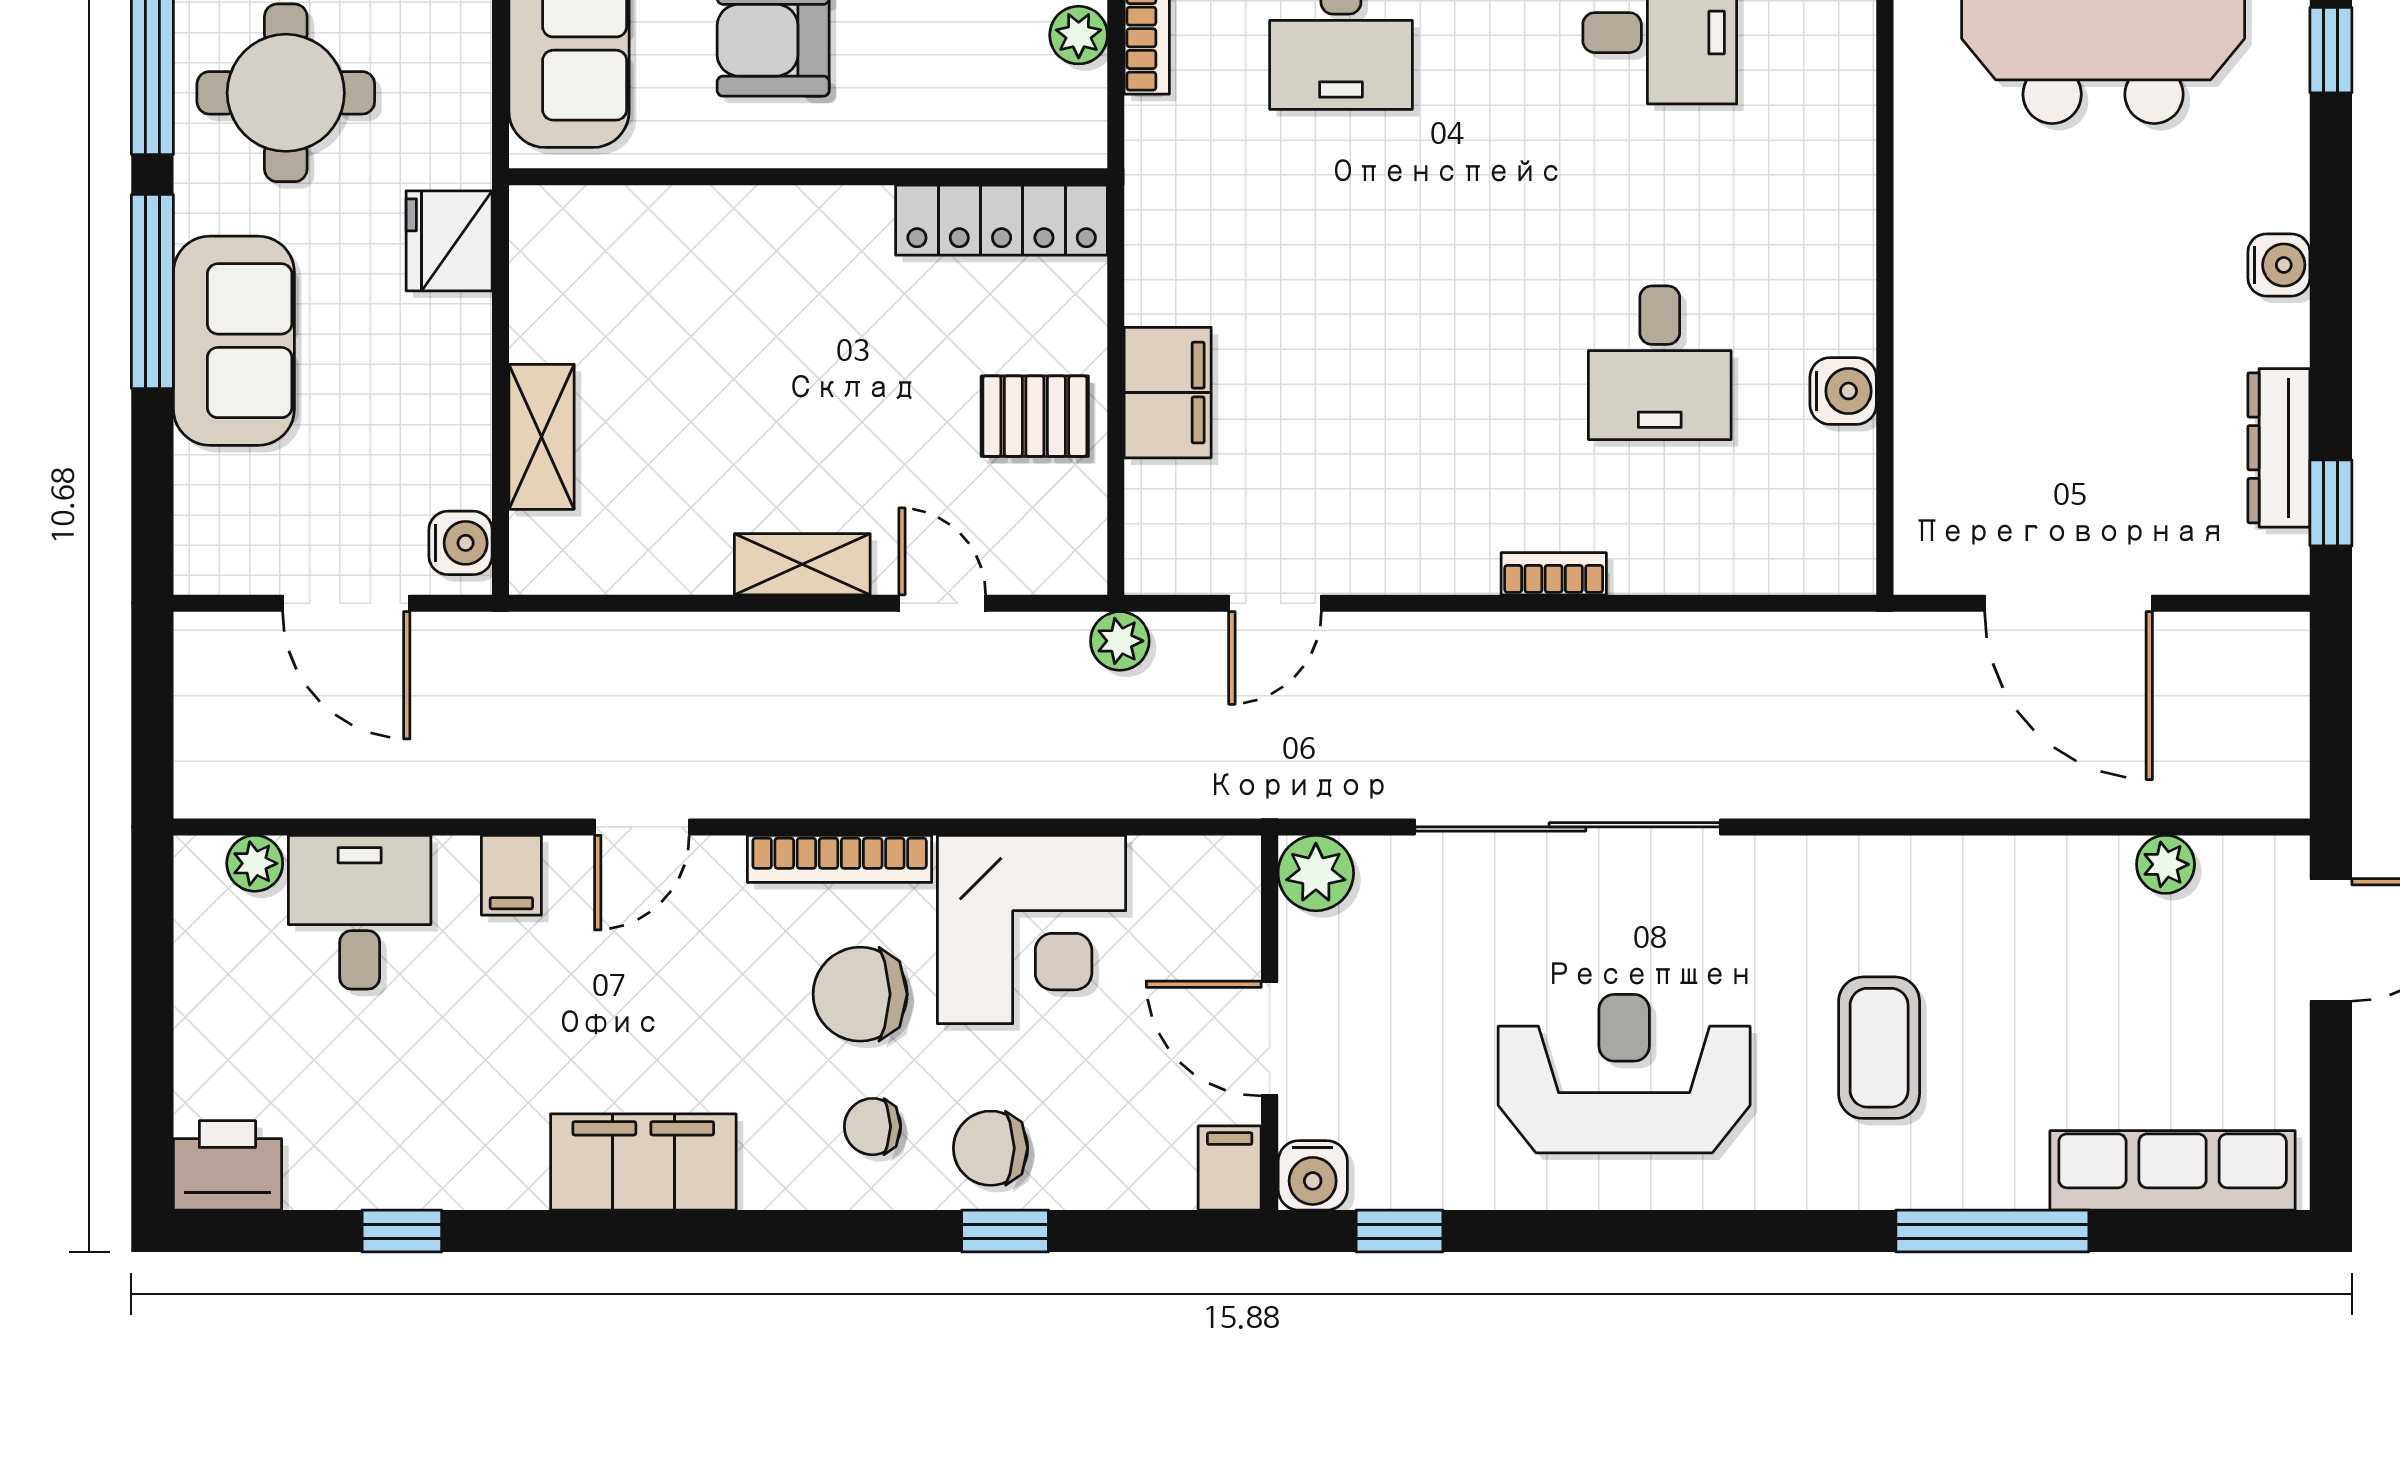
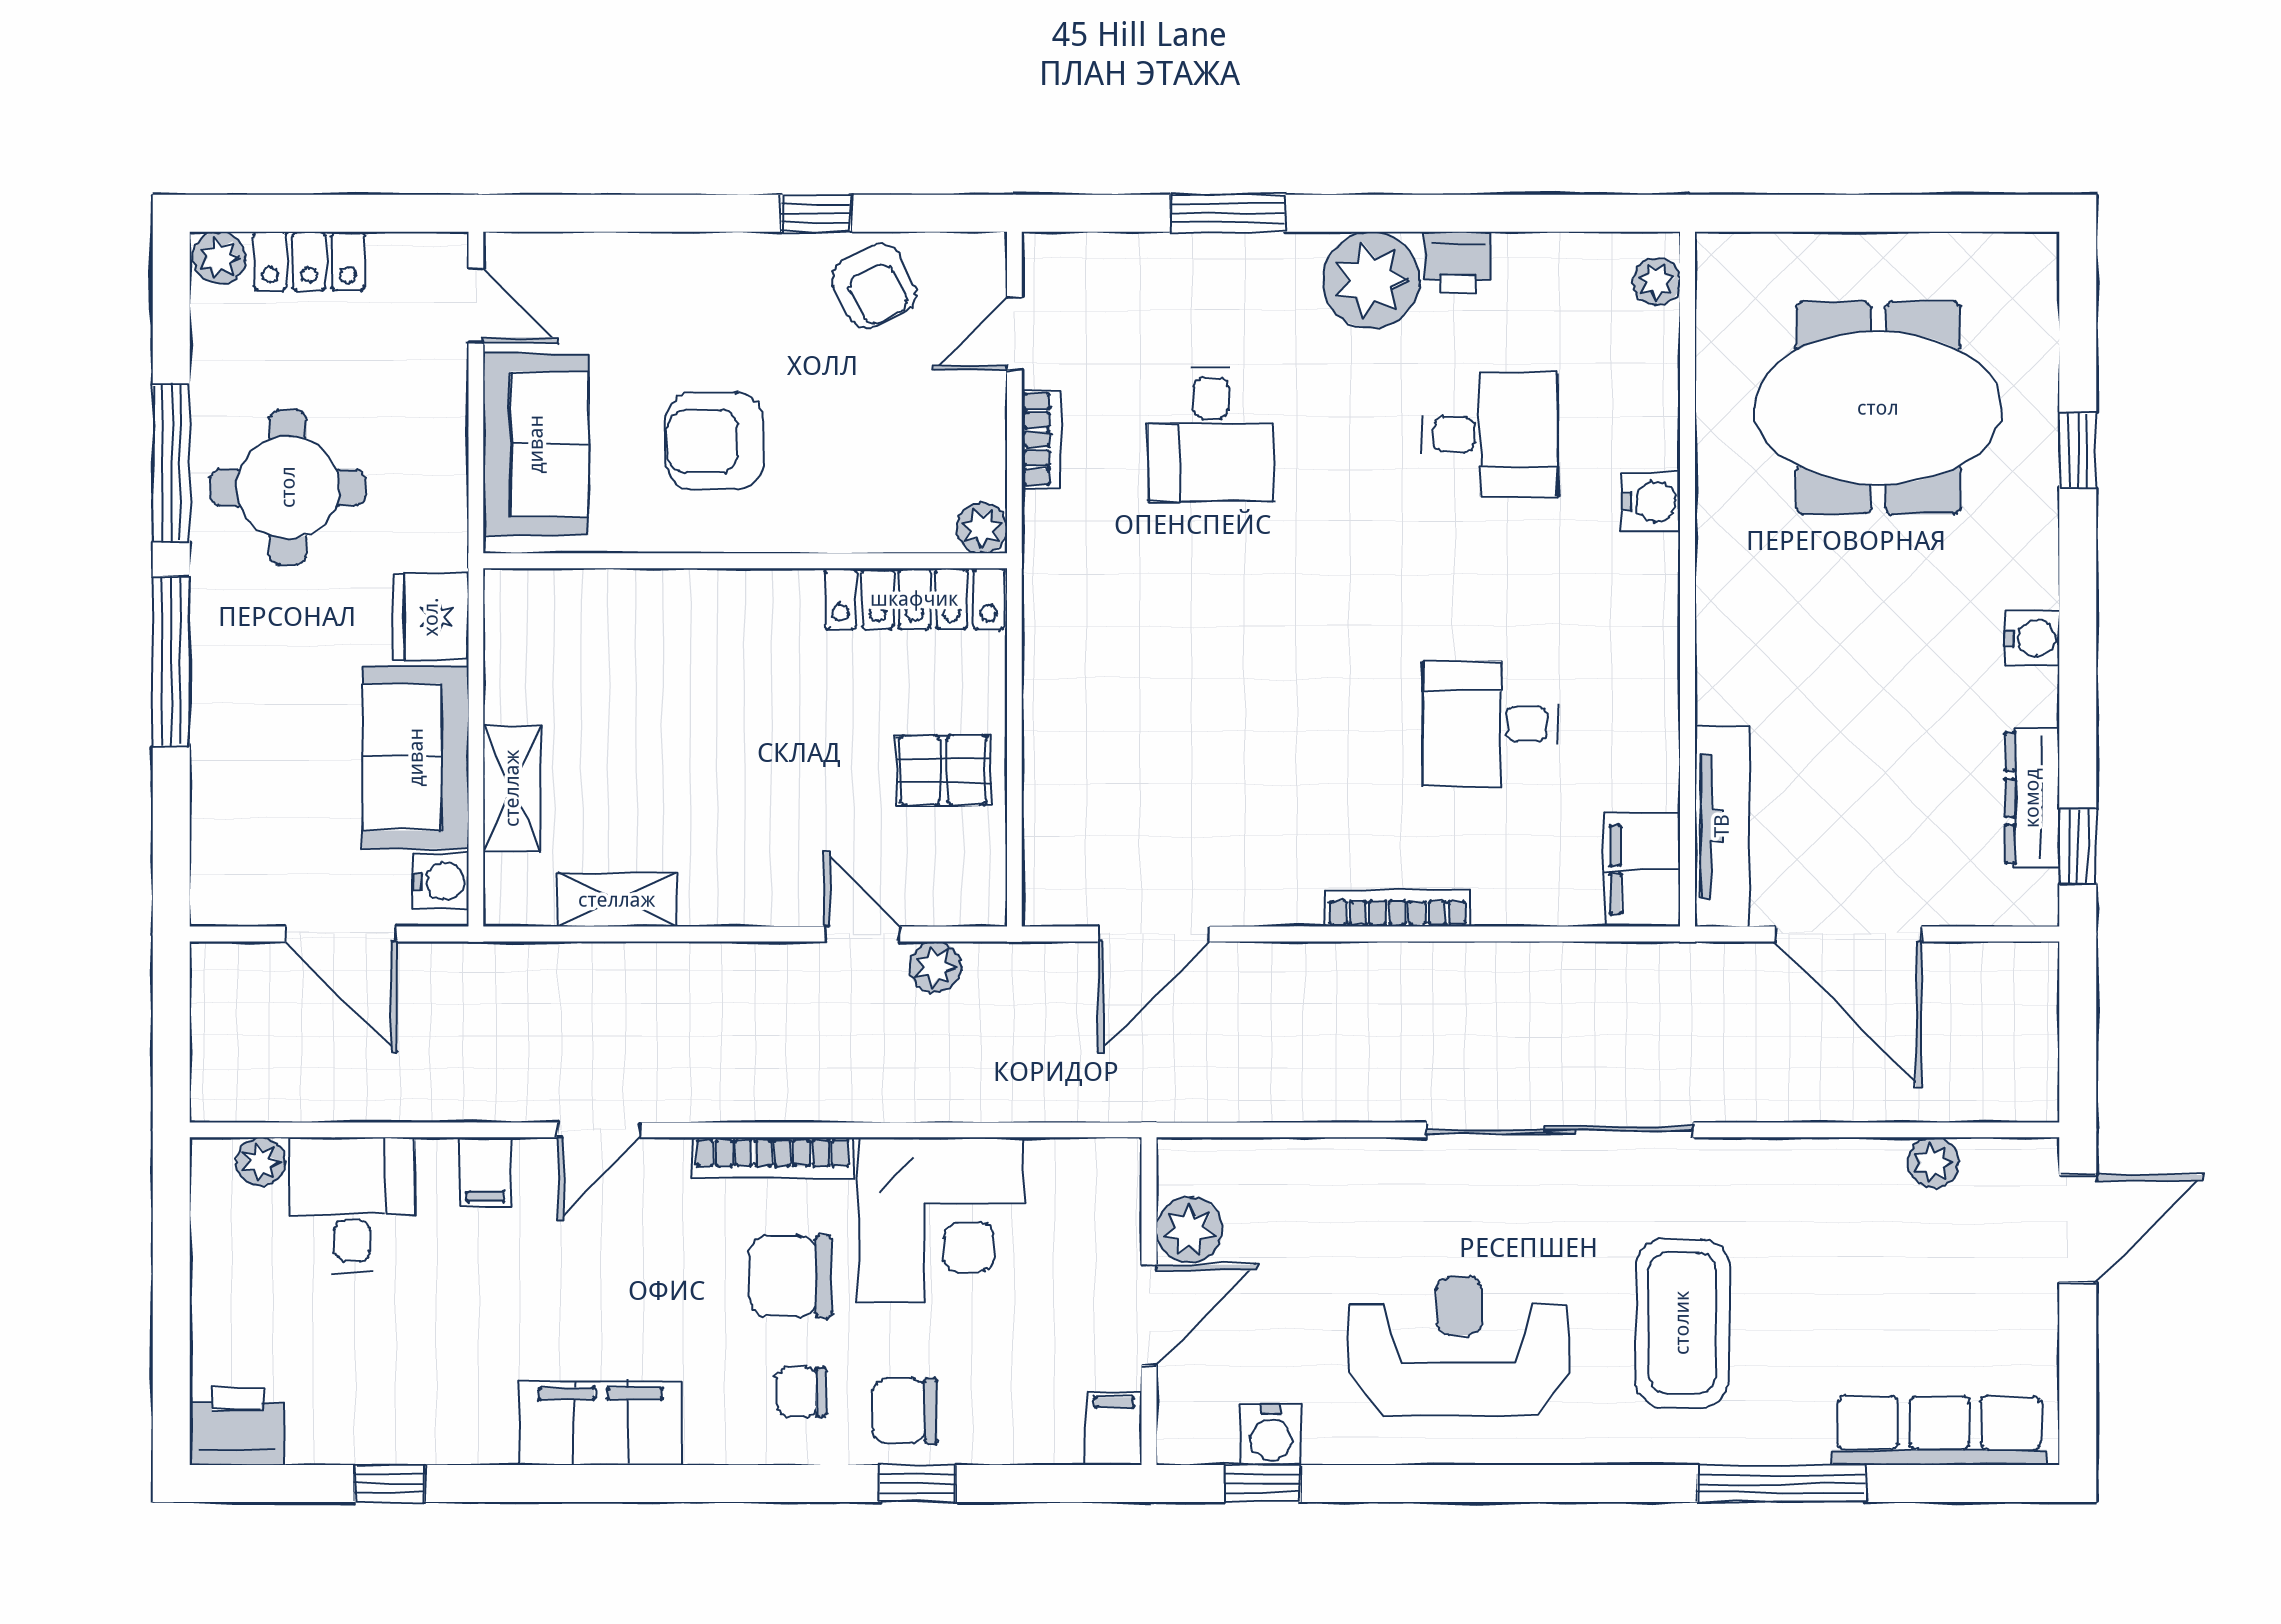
plant: (1079, 35) -> (982, 528), moved
sofa: (234, 341) -> (416, 757), moved, turned 180
desk: (1660, 363) -> (1490, 724), turned 90
water cooler: (1843, 391) -> (1651, 501), moved
filing cabinet: (1168, 393) -> (1642, 870), moved, turned 180
tv unit: (1924, 480) -> (1722, 826), added
shelving: (802, 564) -> (617, 900), moved
bookcase: (1554, 574) -> (1398, 908), width x1.56
door: (1275, 603) -> (1154, 934), width x1.38
plant: (1120, 641) -> (935, 967), moved
sliding door: (1567, 827) -> (1560, 1130), moved
plant: (1316, 873) -> (1189, 1230), moved
door: (1270, 1038) -> (1149, 1315), swing flipped
coffee table: (1879, 1048) -> (1682, 1323), width x1.36, depth x1.32
water cooler: (1313, 1175) -> (1271, 1435), moved

